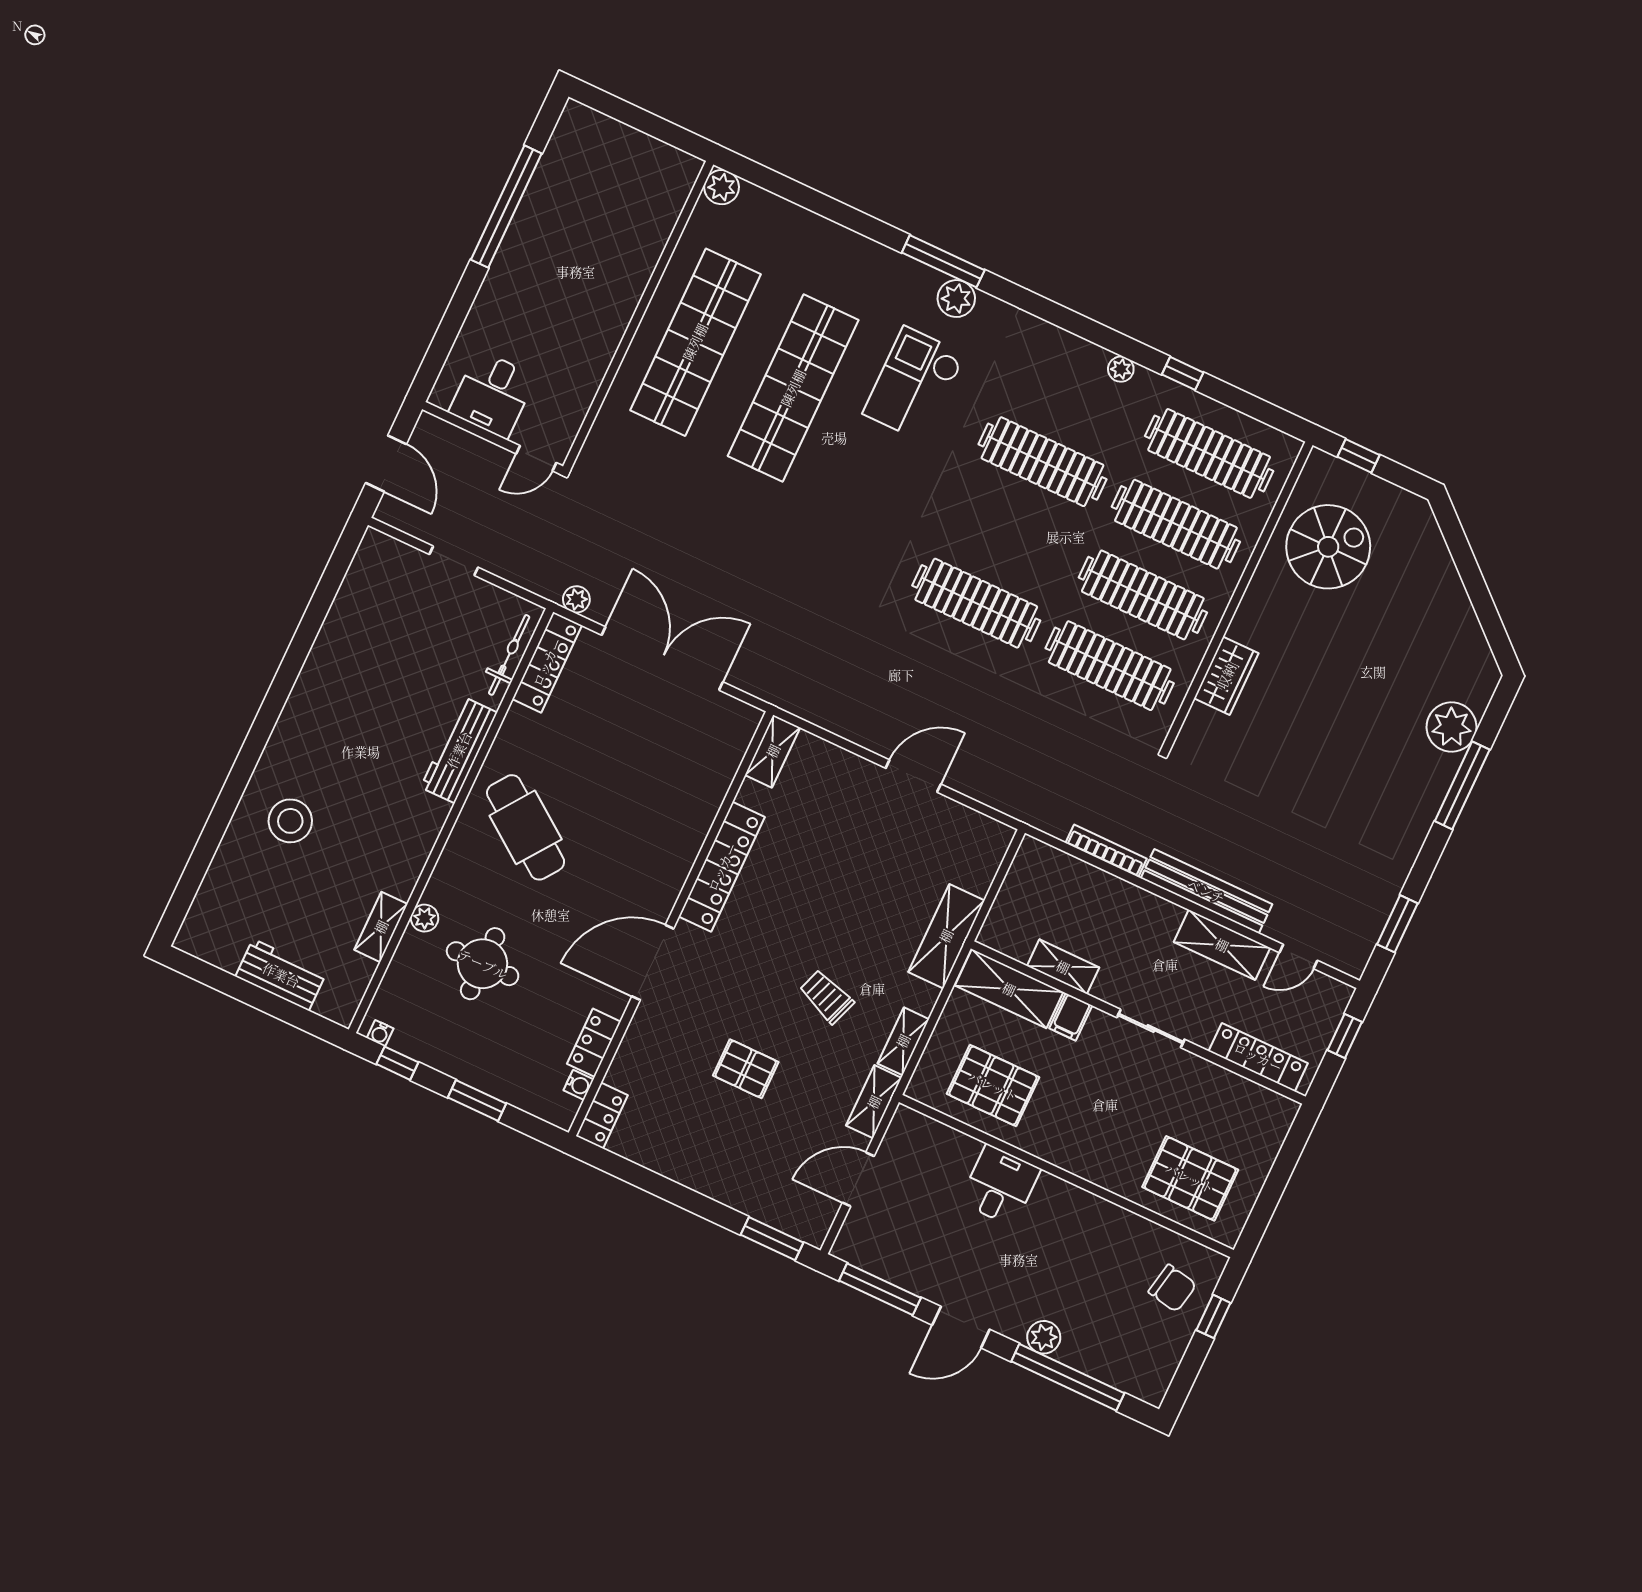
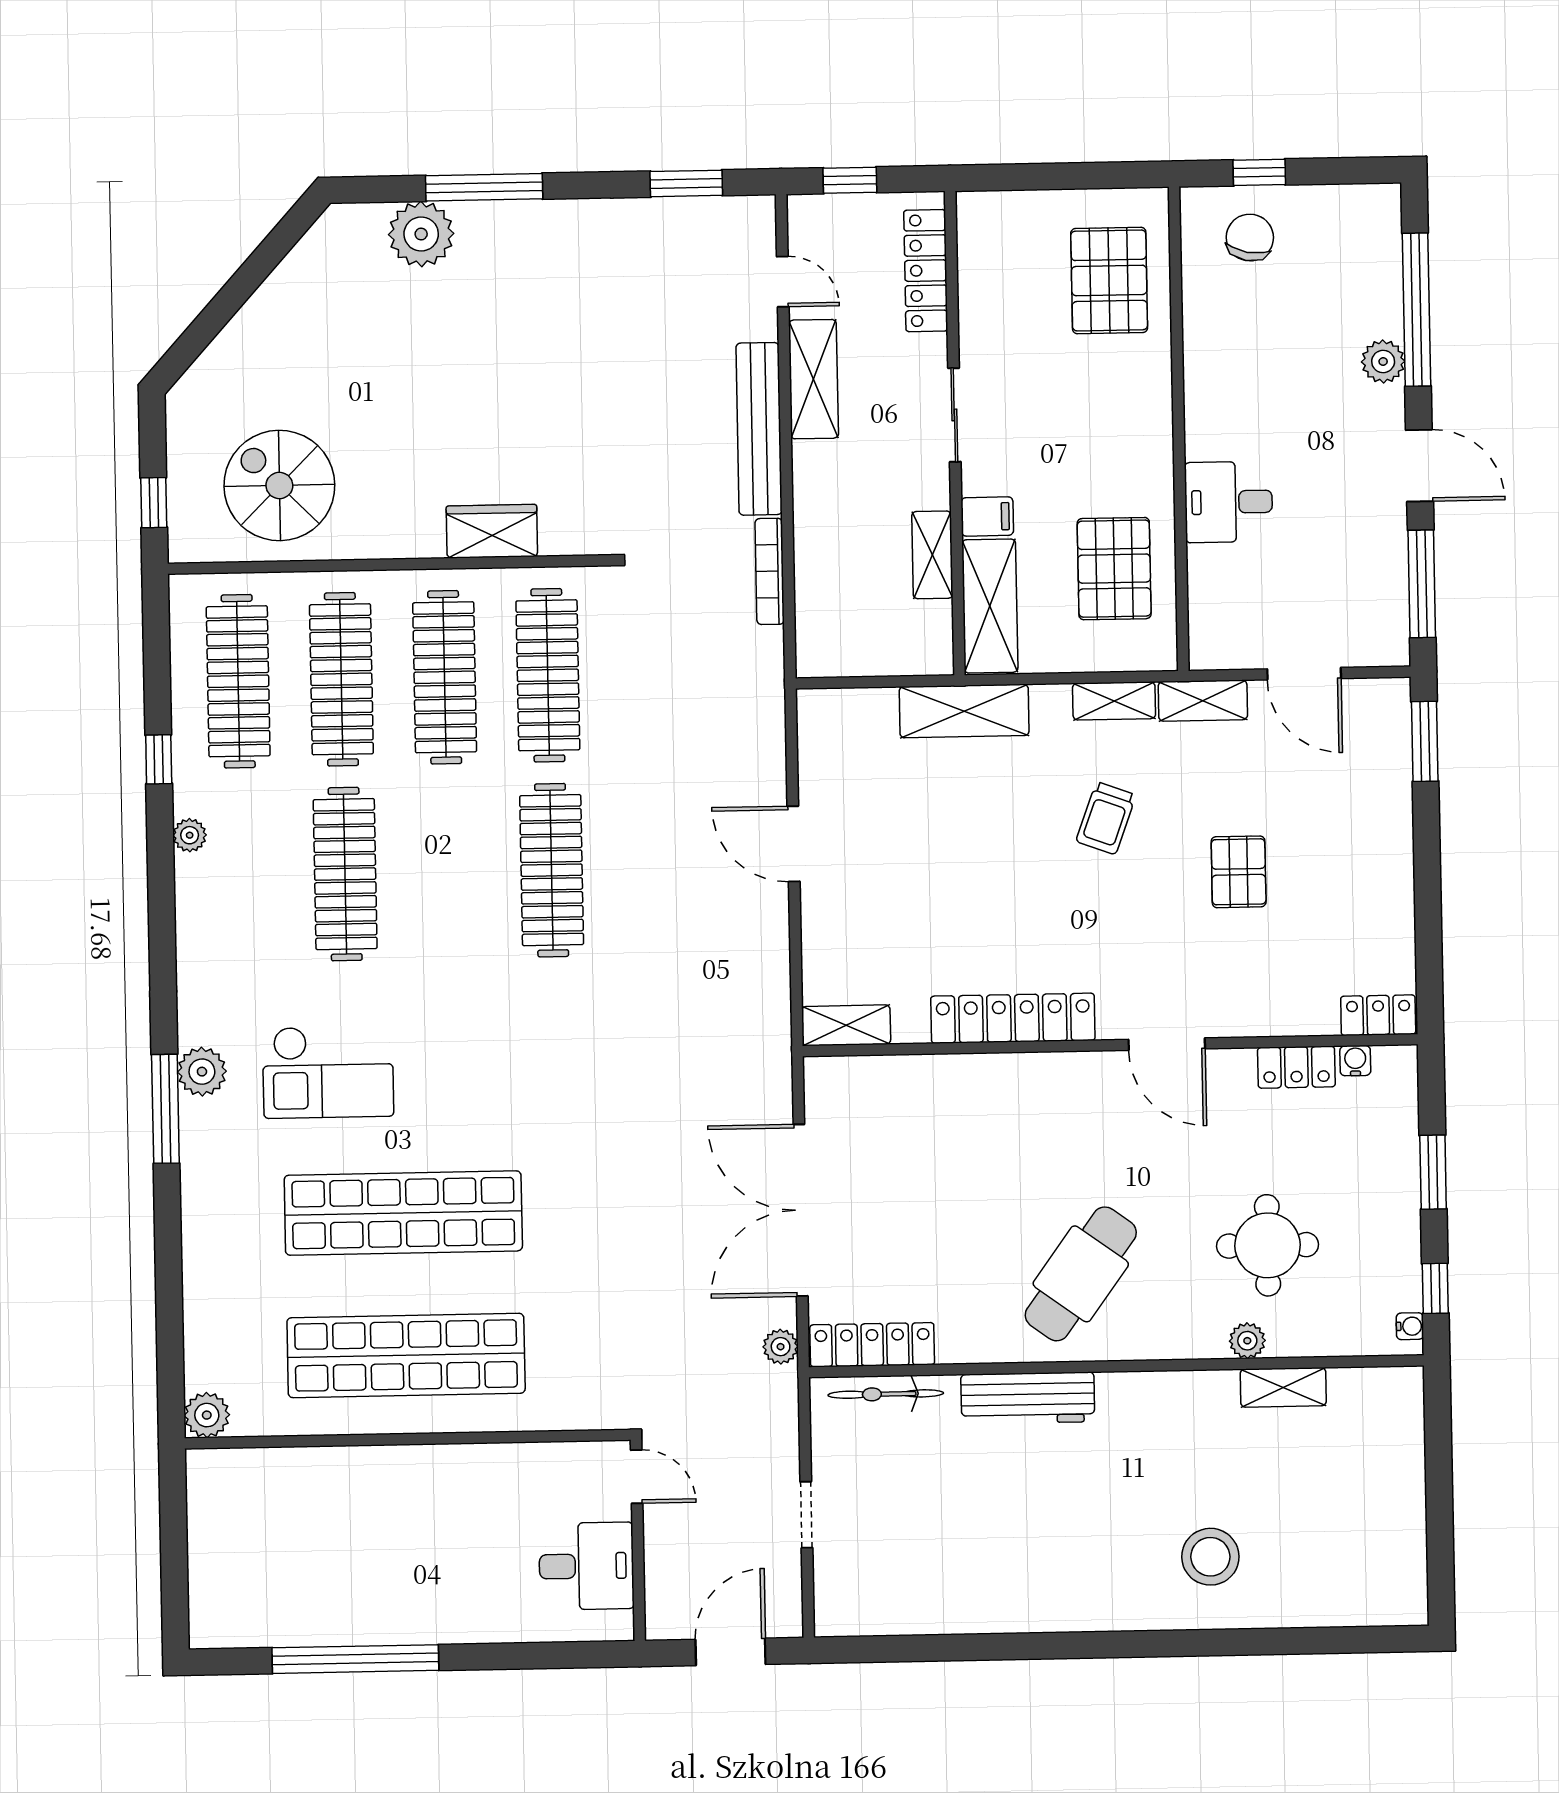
door: (653, 963) -> (1167, 1044), width x0.73
workbench: (281, 975) -> (1398, 1478), removed

